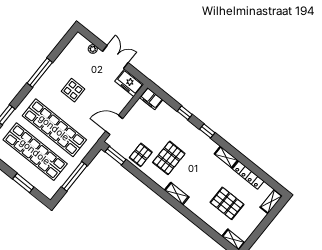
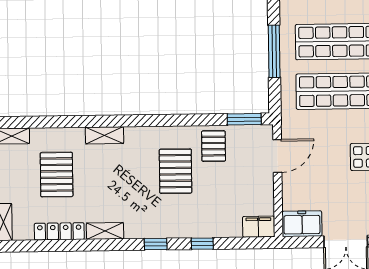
shelving: (177, 194) -> (105, 135), moved
pallet: (227, 203) -> (57, 175), turned 90

